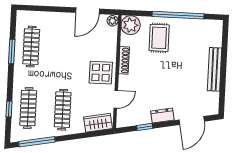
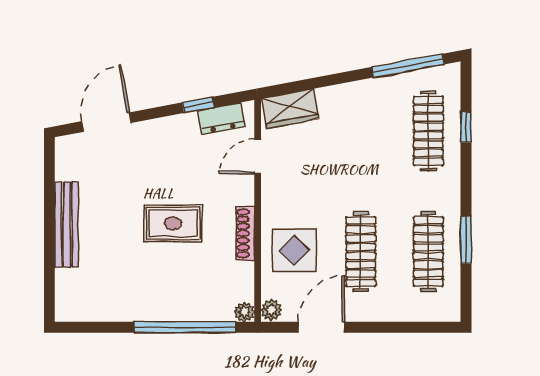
window: (178, 15) -> (185, 327), moved
plant: (131, 25) -> (244, 312), width x0.53, depth x0.53
rug: (159, 38) -> (173, 223), moved, turned 90
display table: (101, 73) -> (294, 250), moved
clothes rail: (63, 110) -> (361, 252), moved
dresser: (162, 116) -> (221, 118), moved

